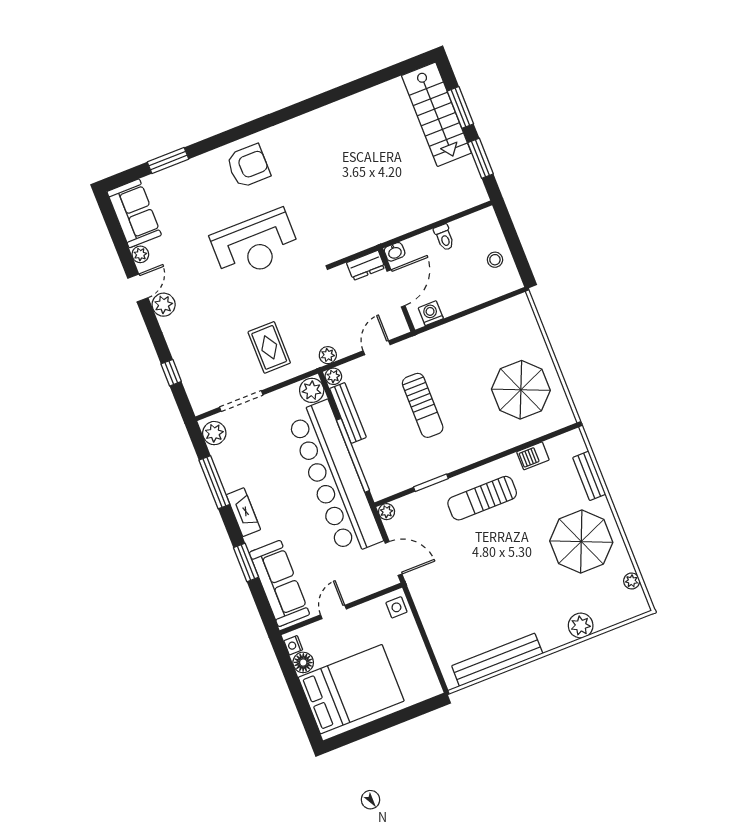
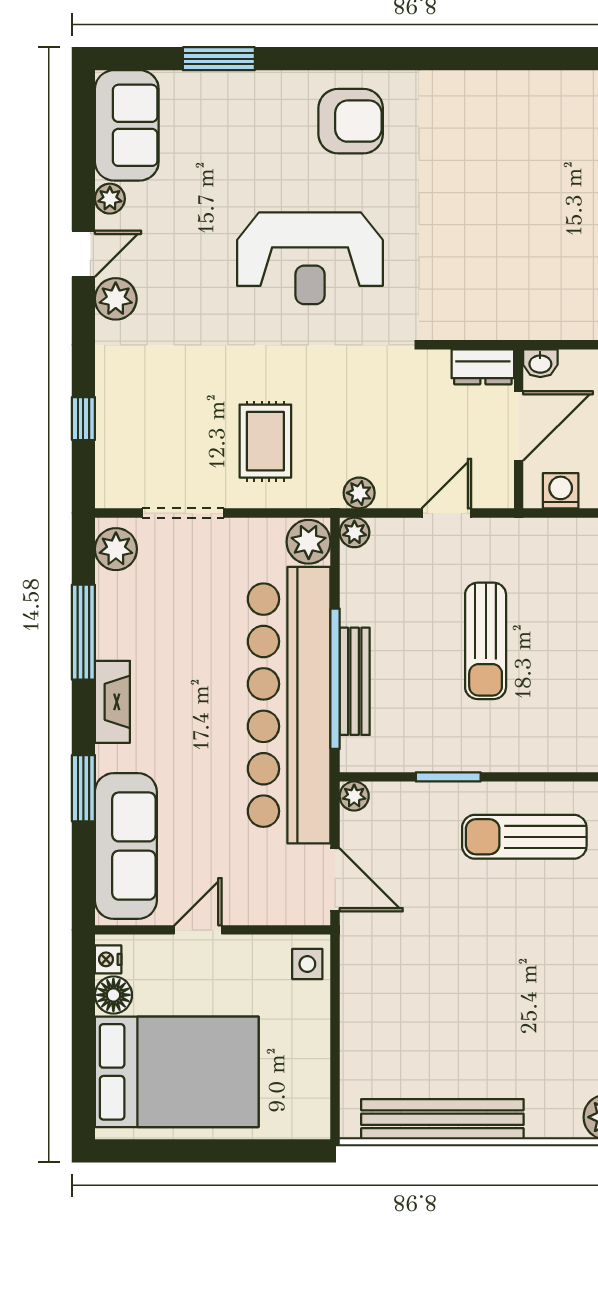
bench: (348, 413) -> (355, 681), moved

